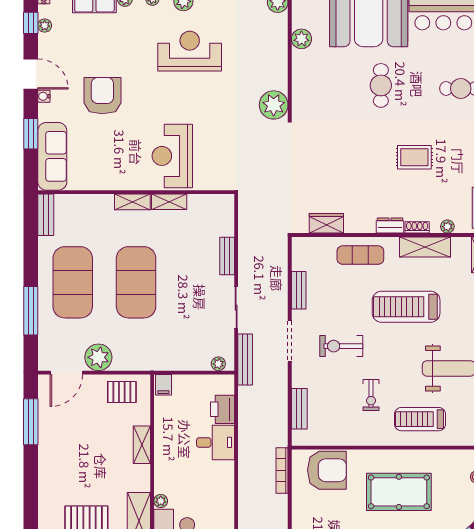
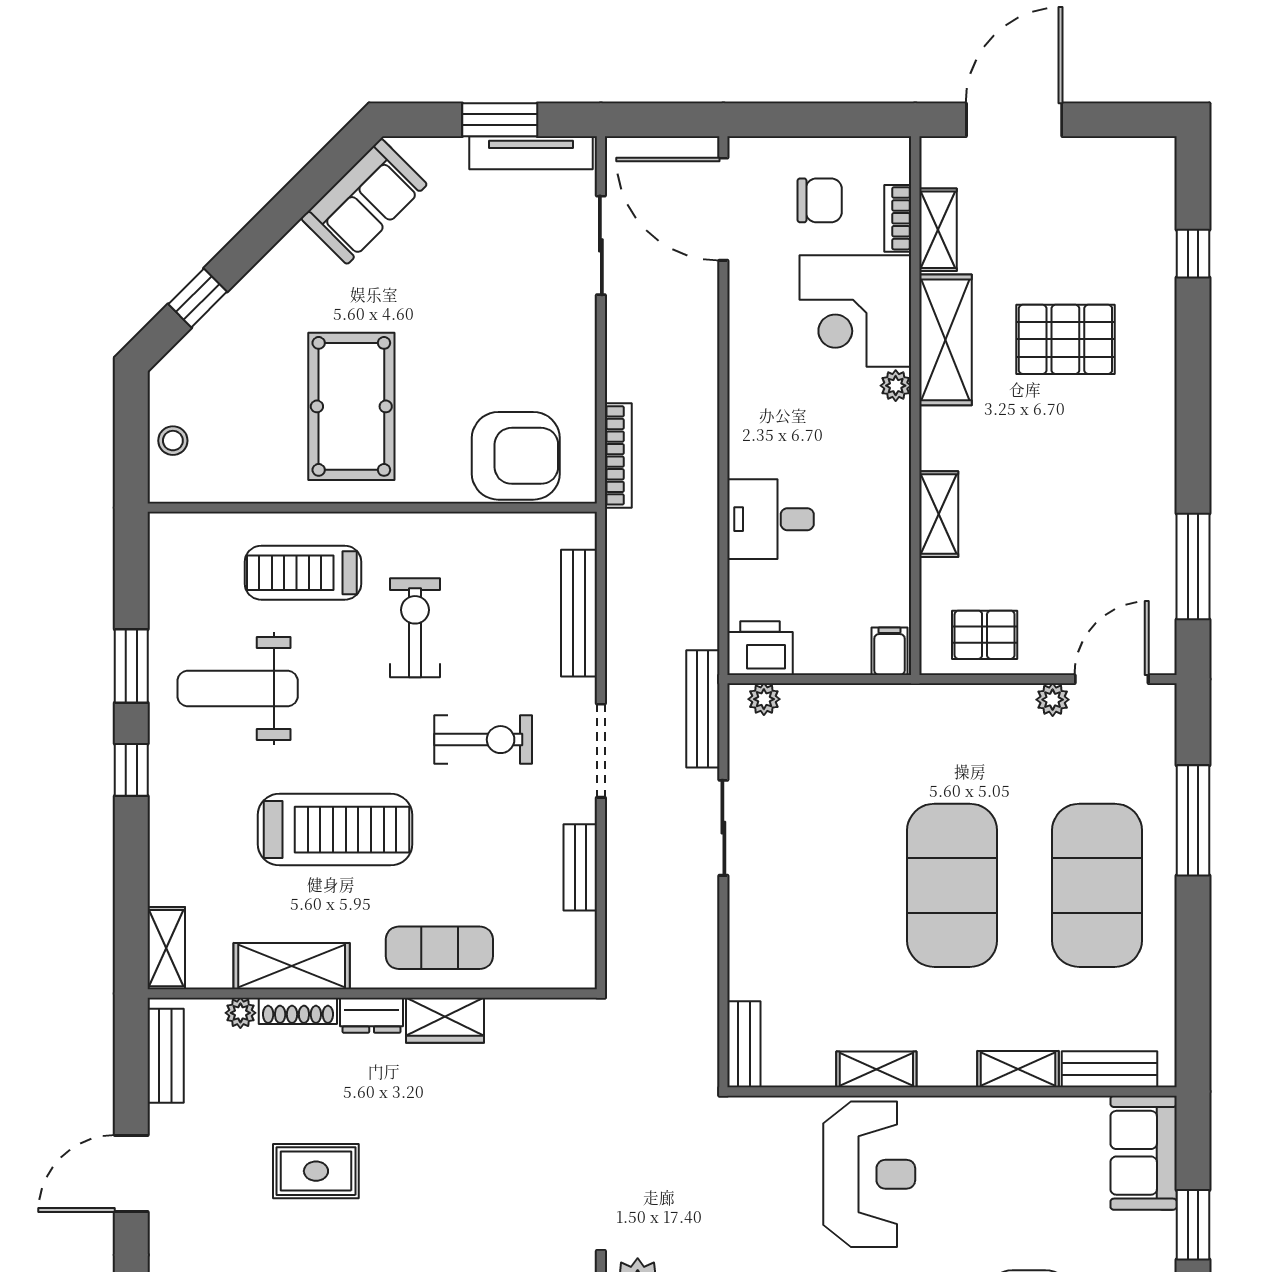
sofa: (52, 156) -> (1144, 1153), width x0.73
shelving: (132, 202) -> (1018, 1069), moved
bench: (46, 215) -> (1110, 1069), moved, turned 90
wardrobe: (326, 223) -> (445, 1020), moved
shoe rack: (417, 227) -> (298, 1011), width x1.43
bench: (227, 256) -> (744, 1044), moved
plant: (98, 357) -> (1053, 700), width x0.53, depth x0.53
exercise bike: (371, 395) -> (415, 628), width x1.38, depth x1.39
printer: (223, 409) -> (760, 648), moved, turned -90
bench: (299, 409) -> (579, 613), width x1.36
treadmill: (420, 419) -> (303, 573), turned 180
armchair: (327, 470) -> (516, 456), turned 180
pool table: (399, 492) -> (351, 406), turned 90

